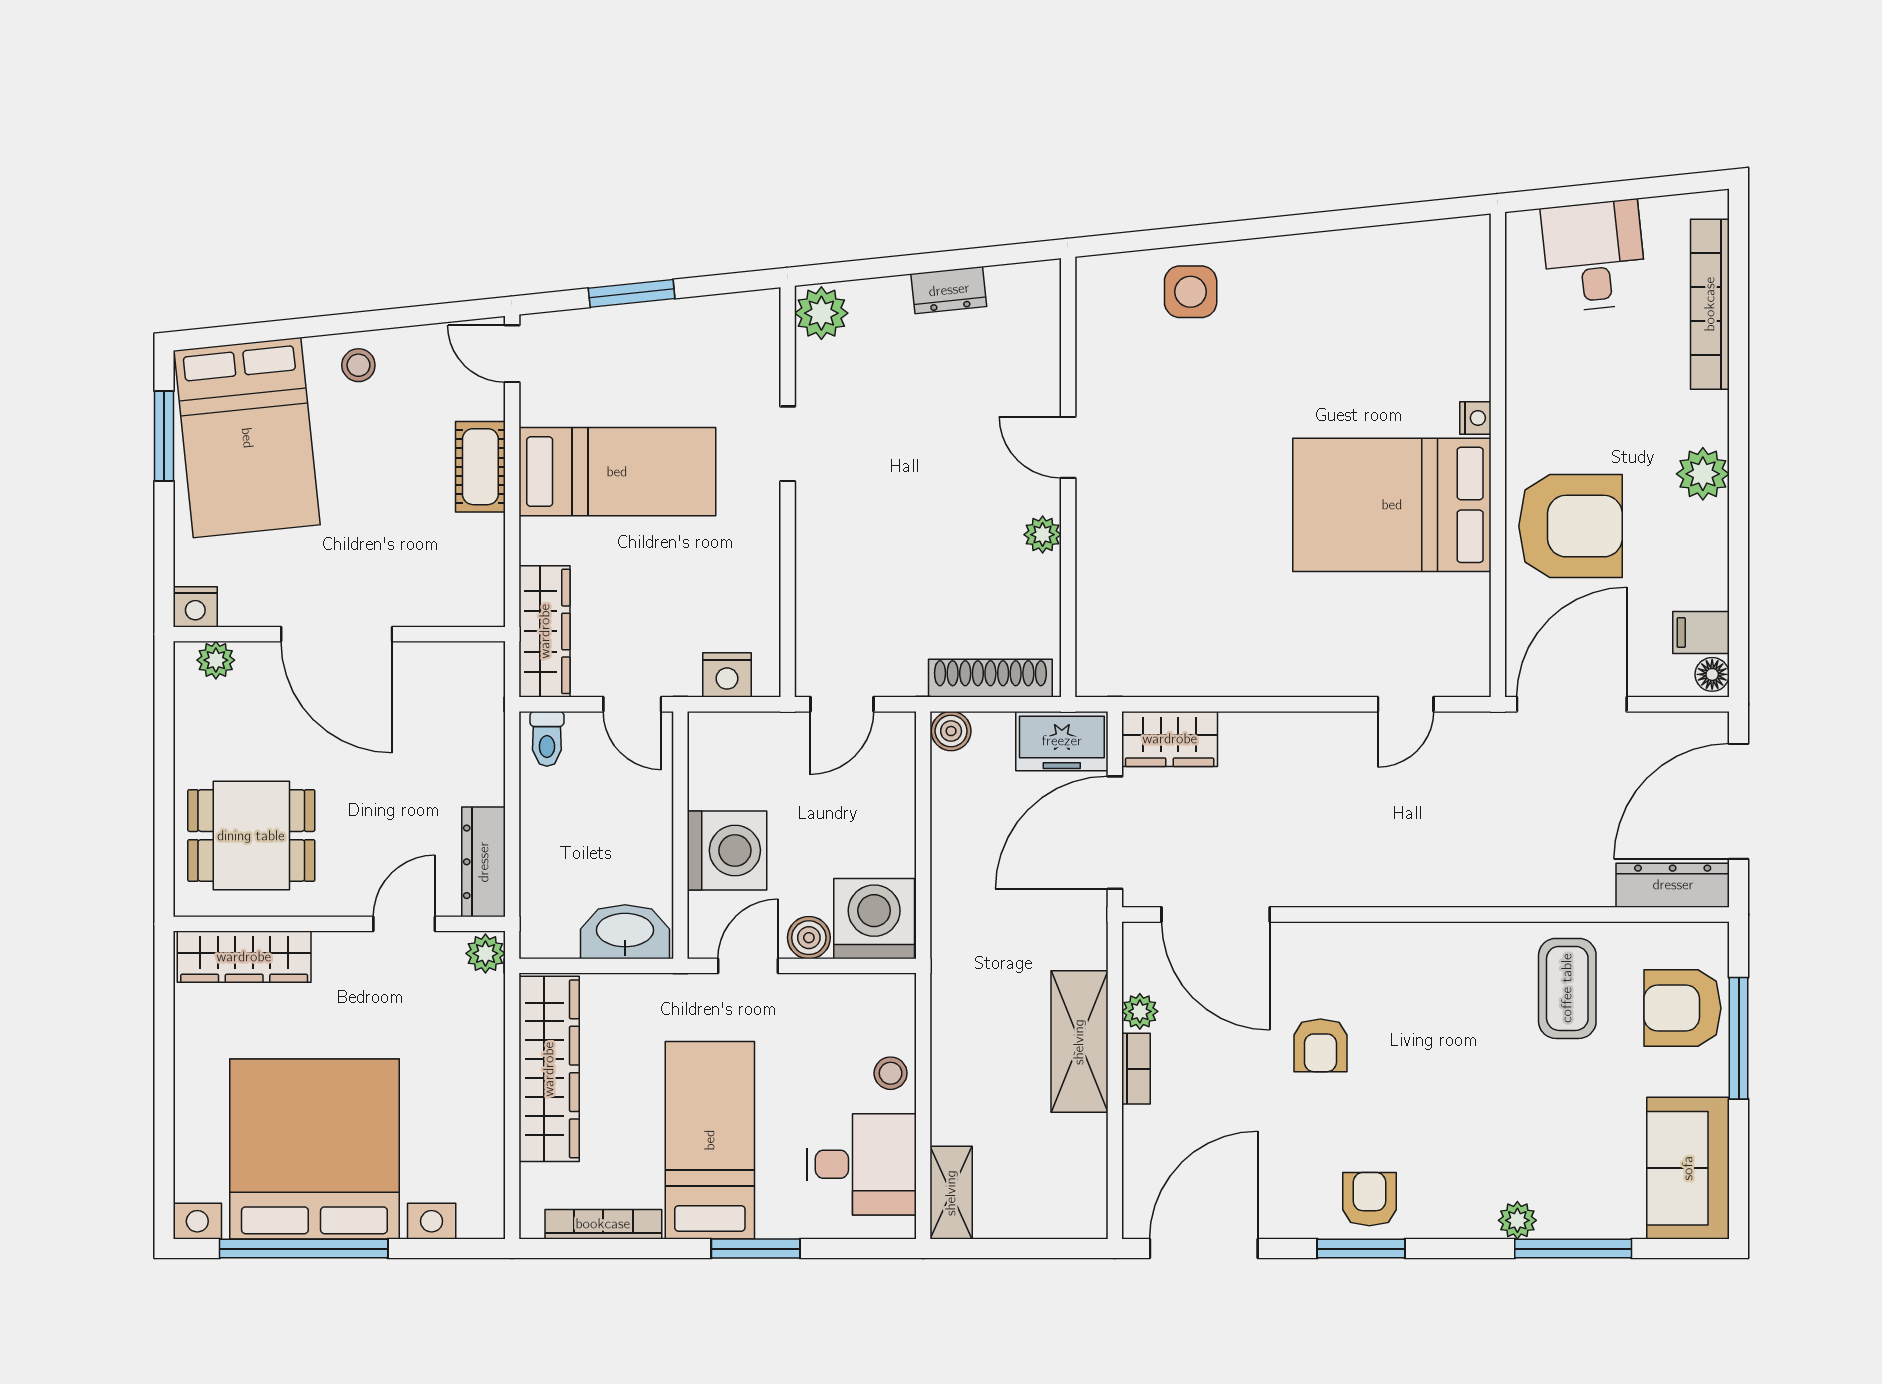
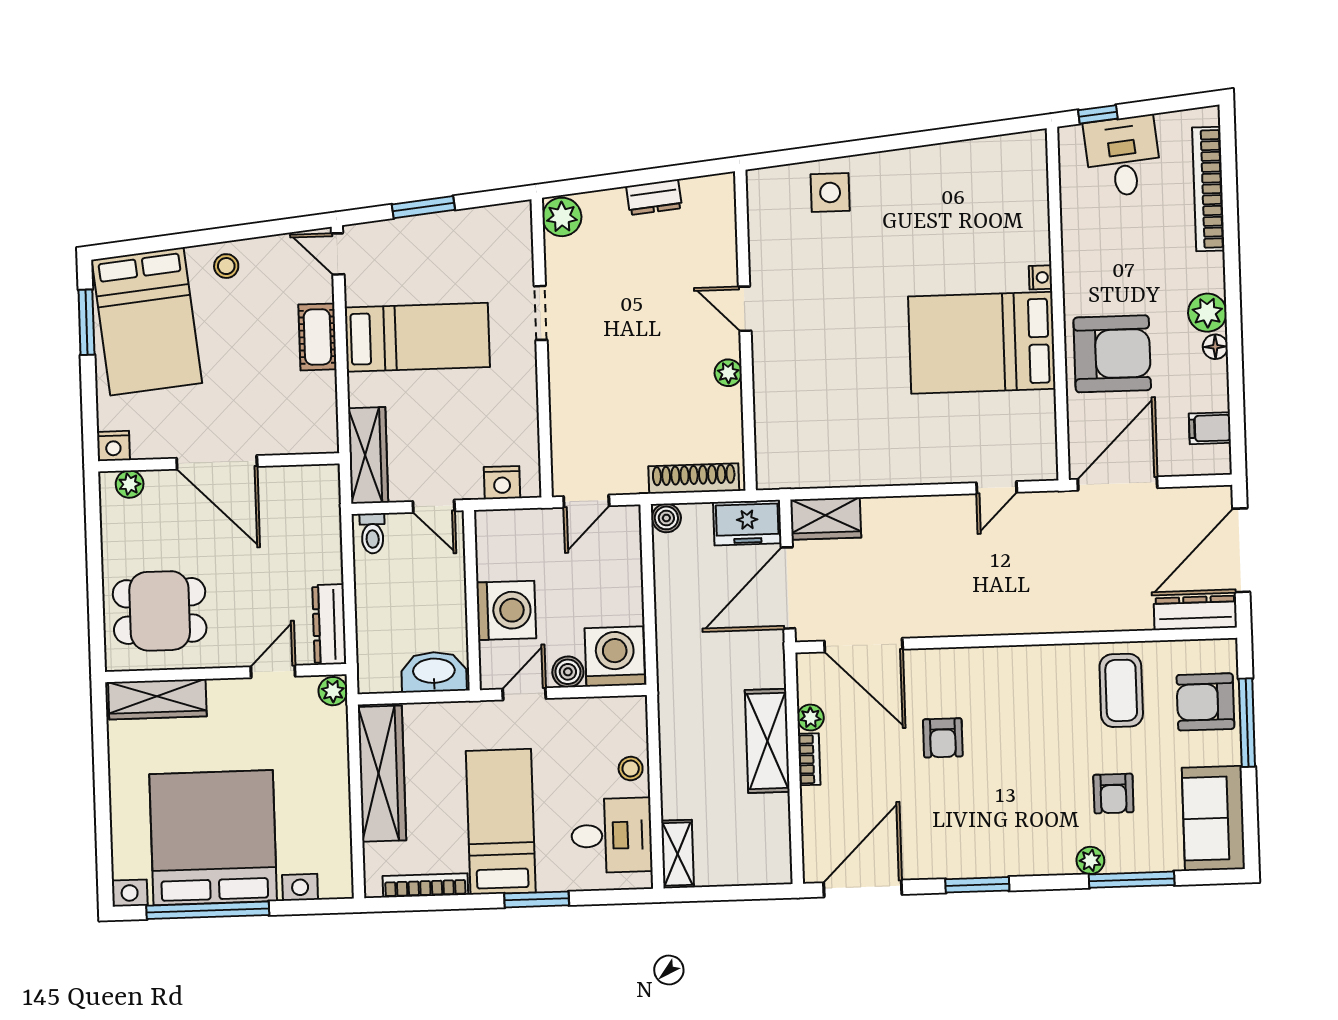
window: (1562, 197) -> (1098, 114), added
floor lamp: (1712, 674) -> (1215, 347), moved
armchair: (1369, 1199) -> (1113, 794), moved, turned 180

